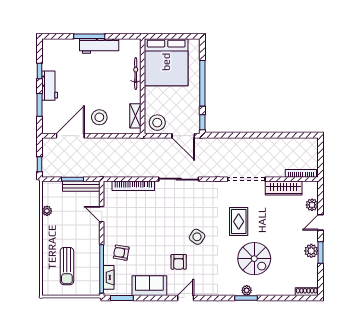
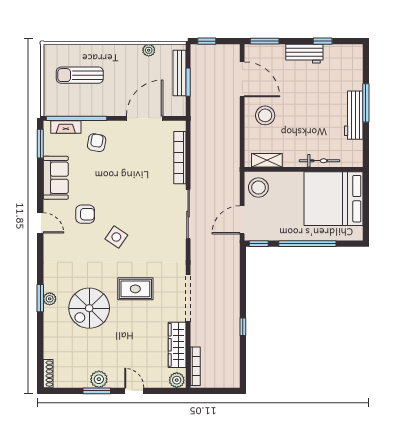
window: (40, 105) -> (265, 41), moved
window: (269, 135) -> (243, 327), added
bench: (81, 186) -> (179, 73), moved
plant: (312, 205) -> (177, 380), moved
door: (102, 214) -> (145, 118), width x1.88
armchair: (179, 262) -> (85, 214), turned 180

